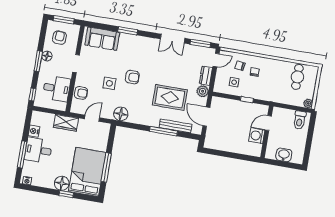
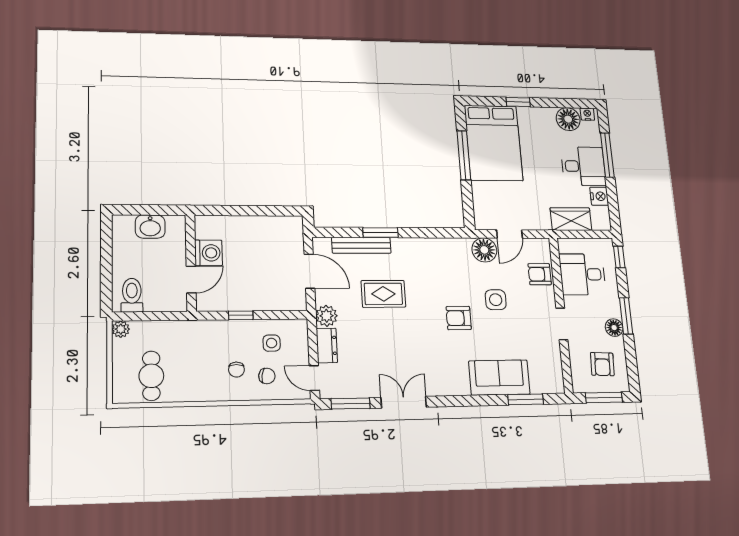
window: (128, 31) -> (526, 399), moved
sofa: (102, 39) -> (499, 378), moved
door: (216, 60) -> (314, 378), hinge flipped
rug: (170, 97) -> (383, 294), width x0.73, depth x0.70
floor lamp: (121, 114) -> (484, 250), moved
wardrobe: (66, 123) -> (571, 219), moved
window: (164, 131) -> (380, 233), width x0.69
floor lamp: (62, 183) -> (568, 119), moved

